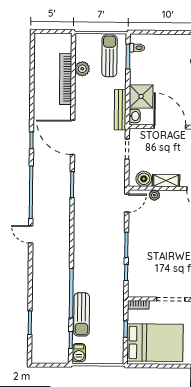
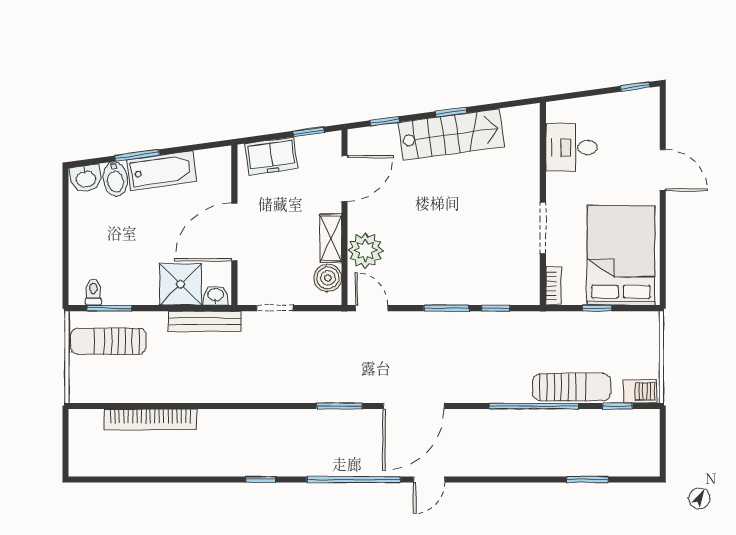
plant: (82, 69) -> (132, 390), removed
door: (73, 137) -> (414, 406), moved
plant: (154, 195) -> (365, 250), width x1.88, depth x1.88

